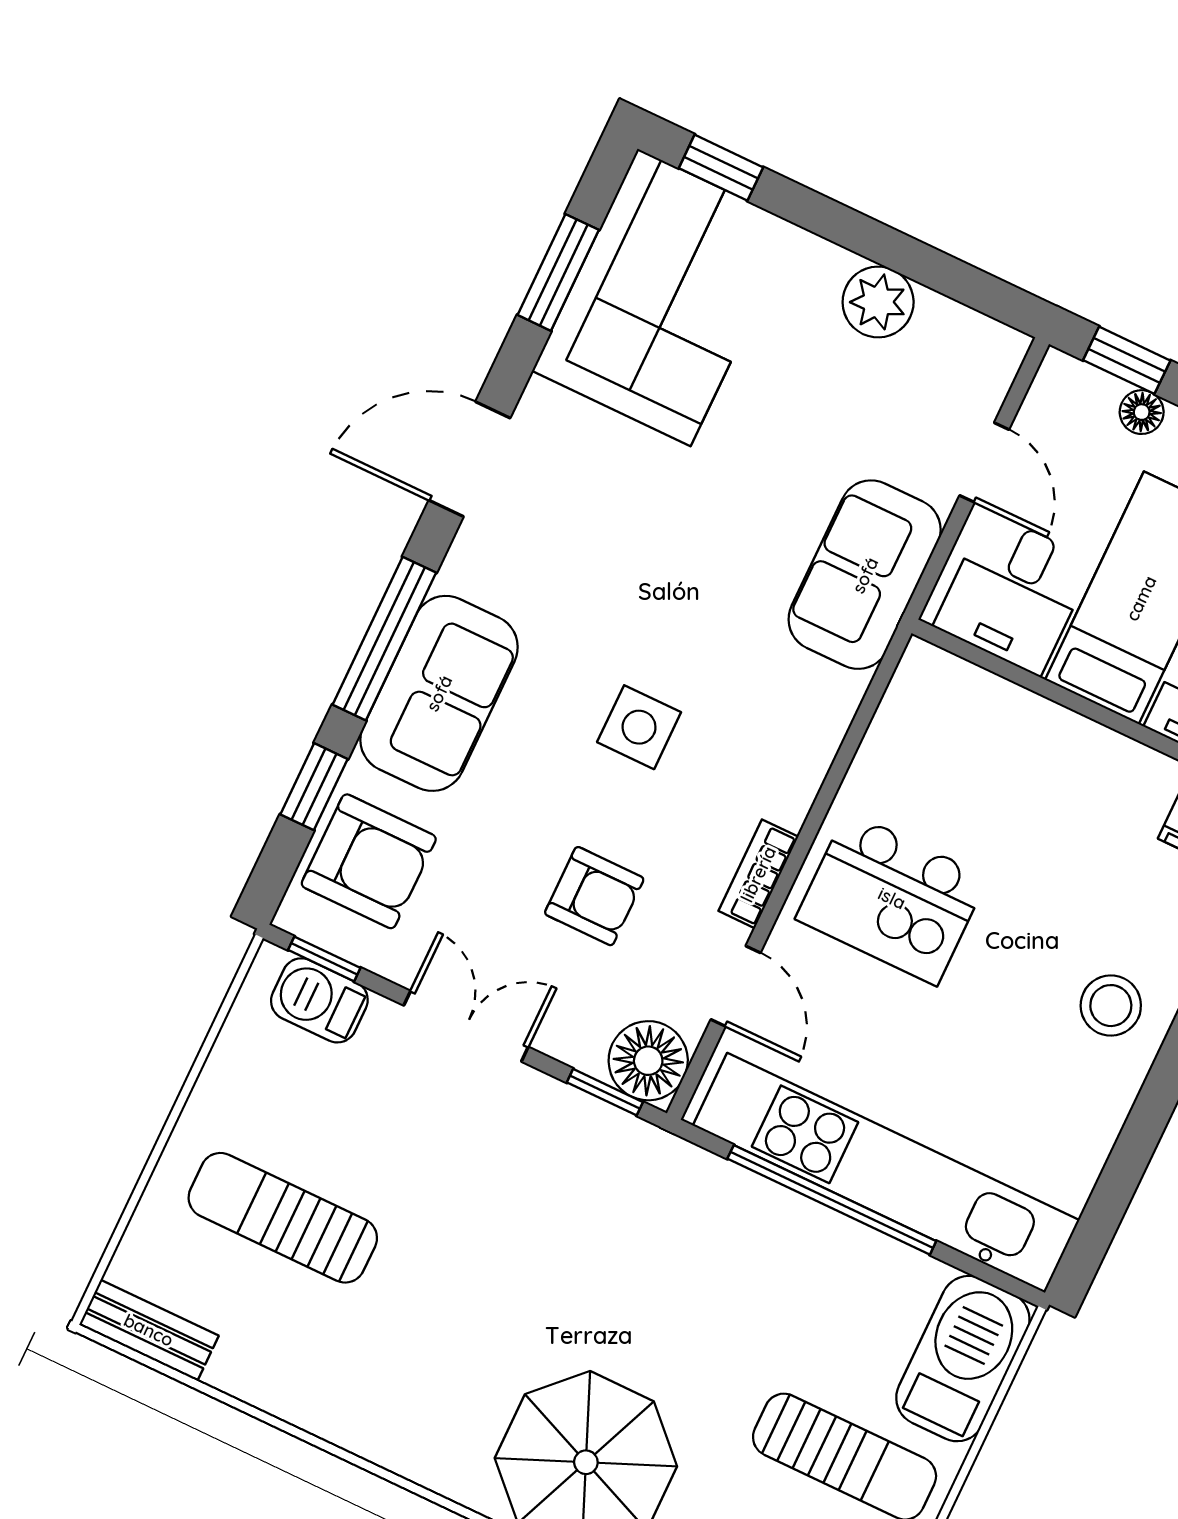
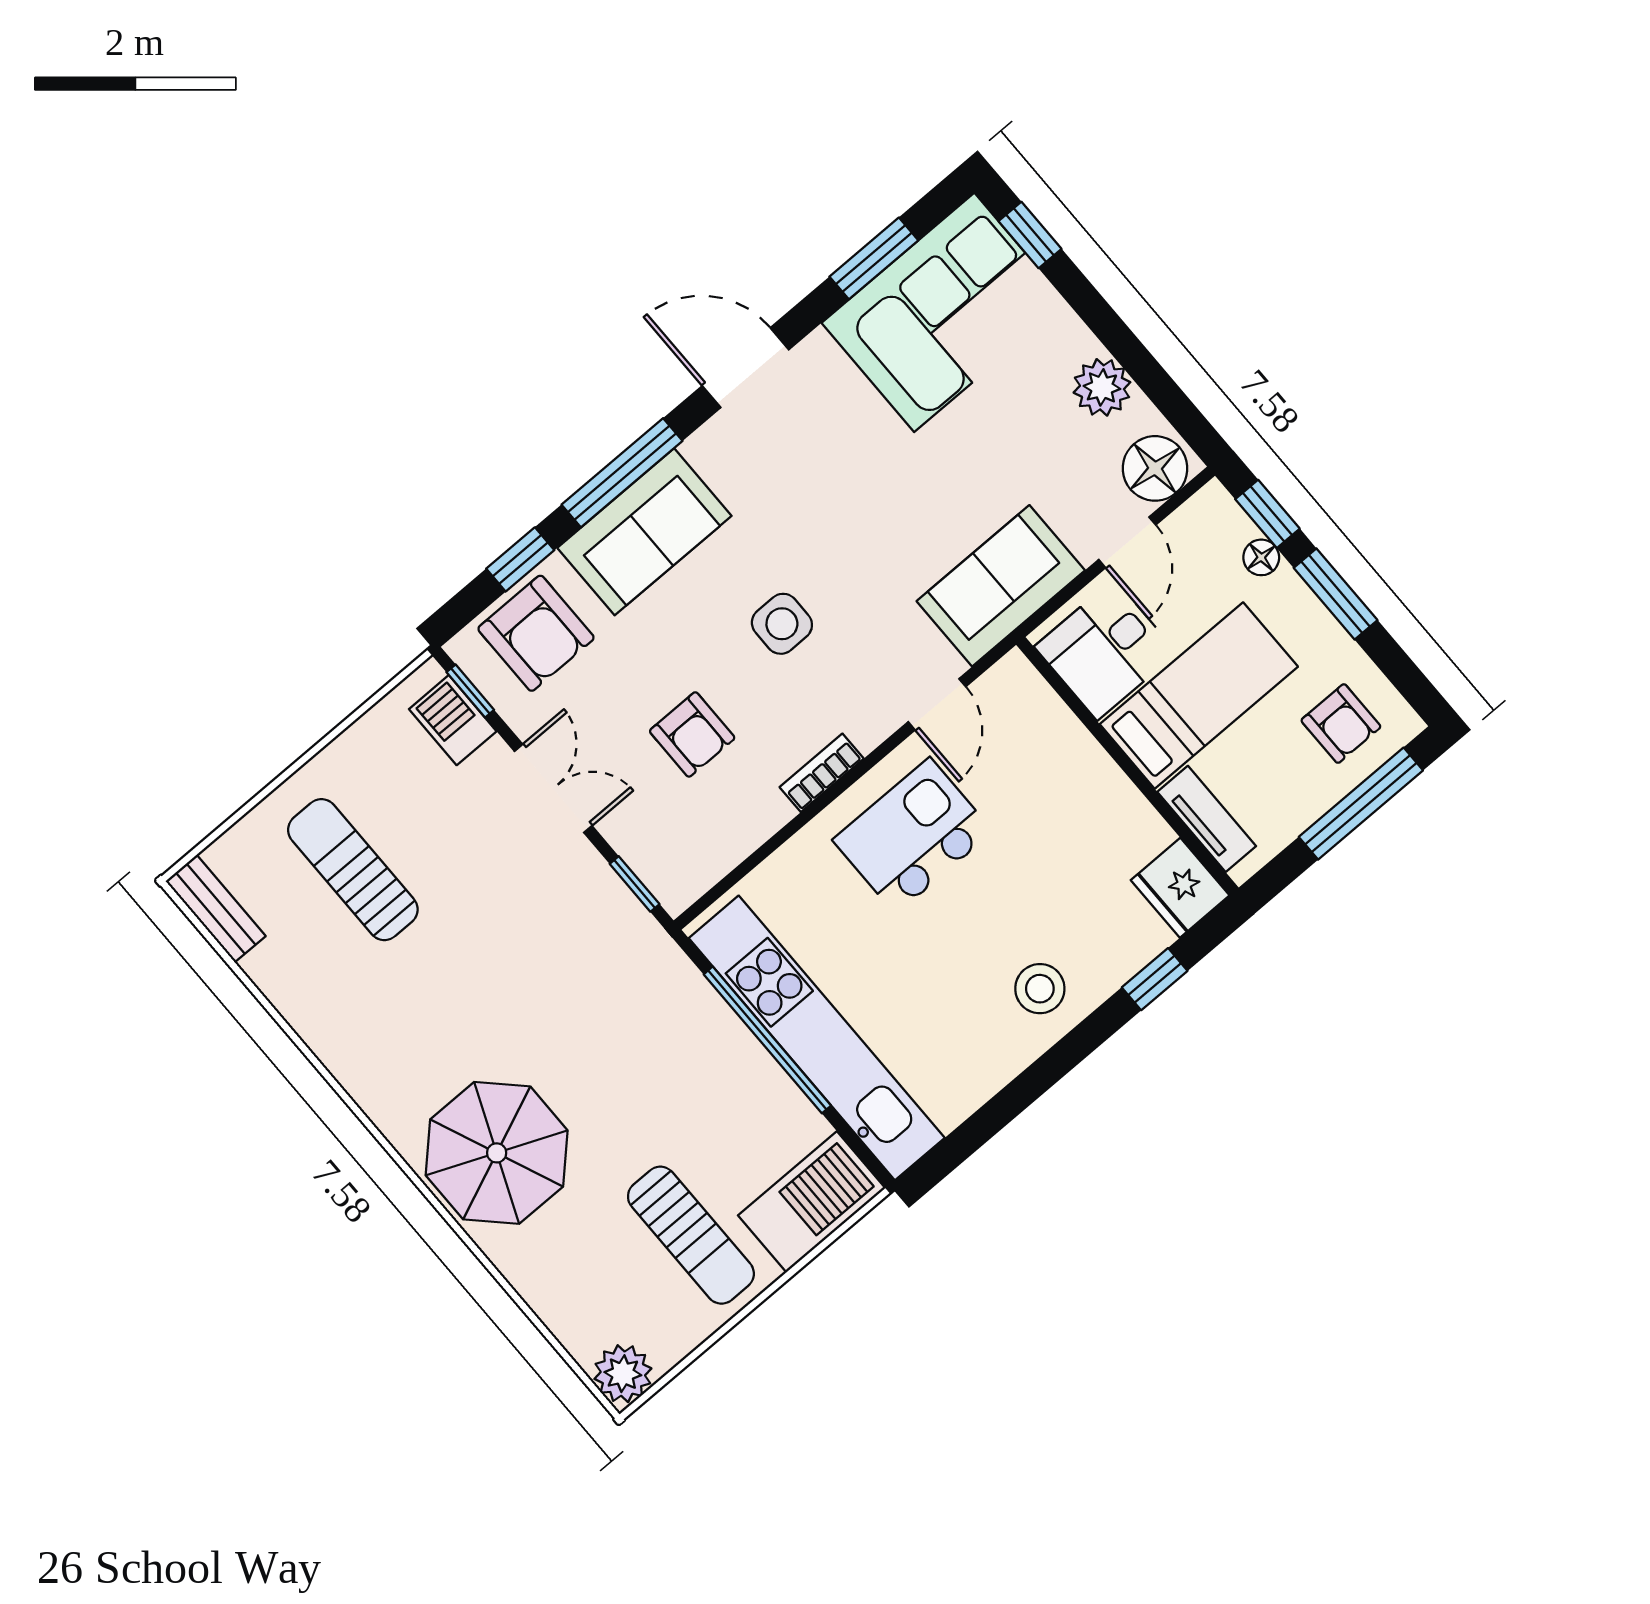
kitchen island: (892, 898) -> (913, 836), turned 90
door: (736, 986) -> (937, 704), moved
floor lamp: (648, 1061) -> (1155, 468), moved

